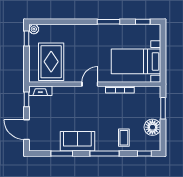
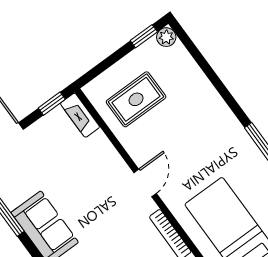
rug: (51, 62) -> (136, 99), width x0.73, depth x0.70
door: (90, 84) -> (145, 183), hinge flipped

